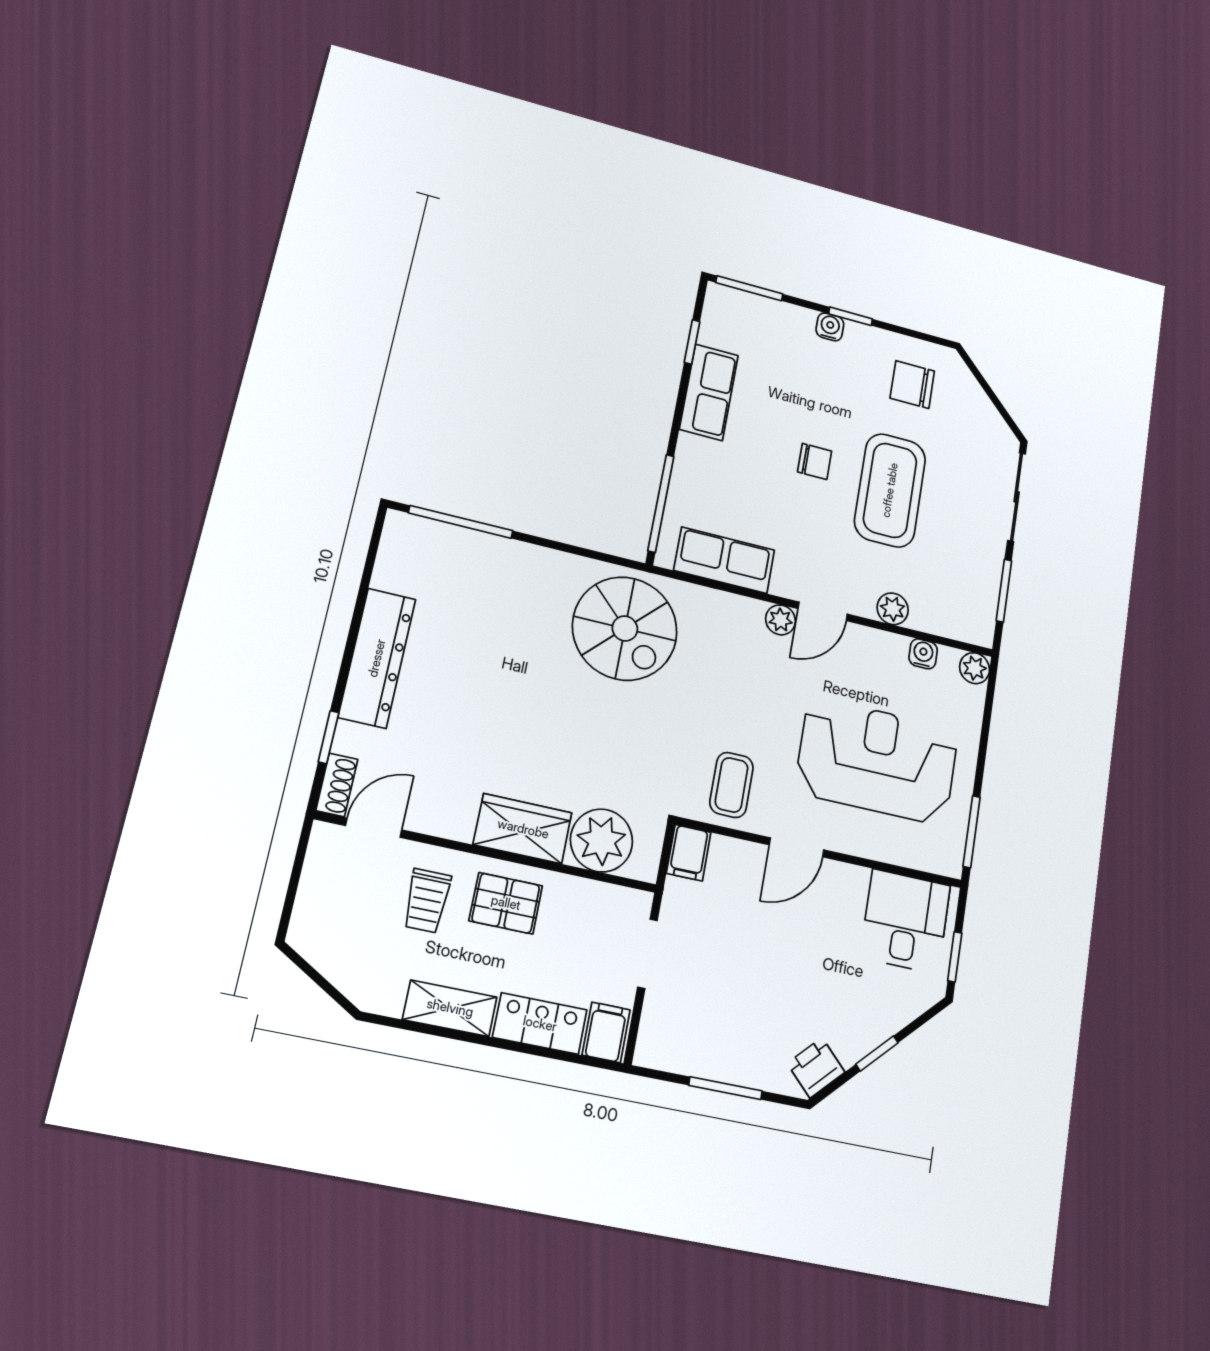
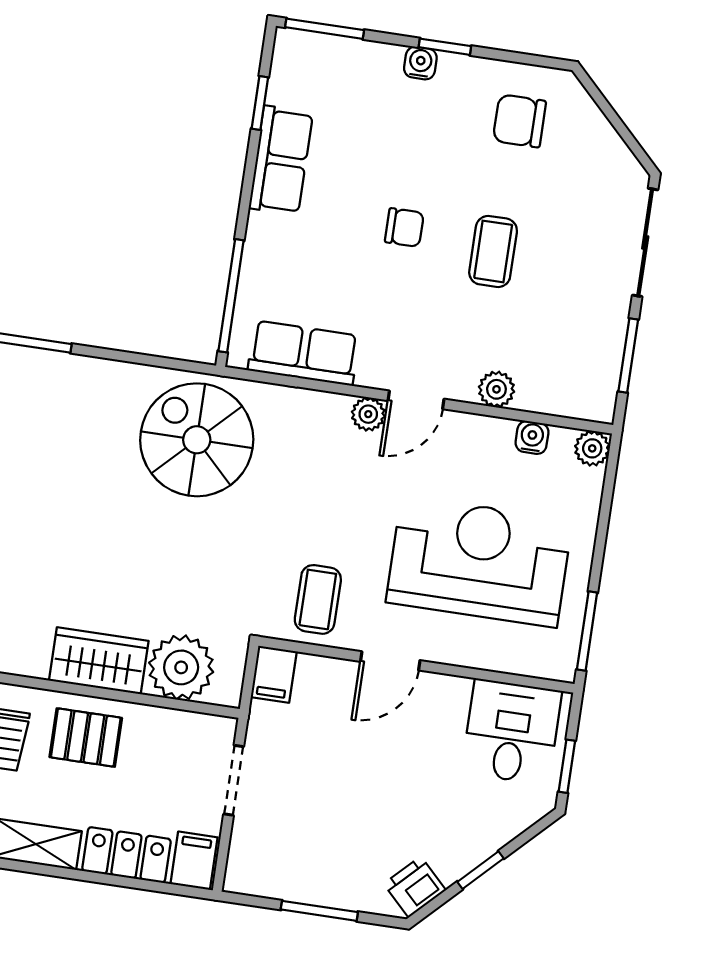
coffee table: (890, 490) -> (493, 251), width x0.54, depth x0.58
spiral stairs: (625, 628) -> (197, 440), turned 180

